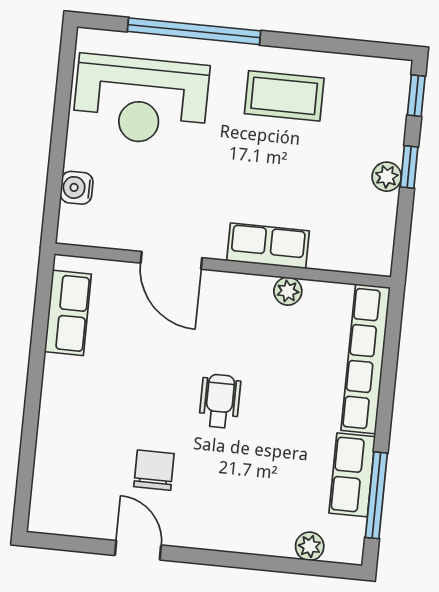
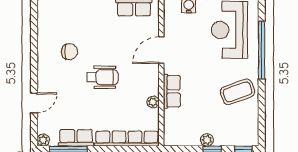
coffee table: (284, 96) -> (238, 92), turned 70
wheelchair: (220, 401) -> (102, 77), width x1.36, depth x1.37
plant: (310, 546) -> (43, 140), moved
door: (138, 550) -> (34, 103), moved

